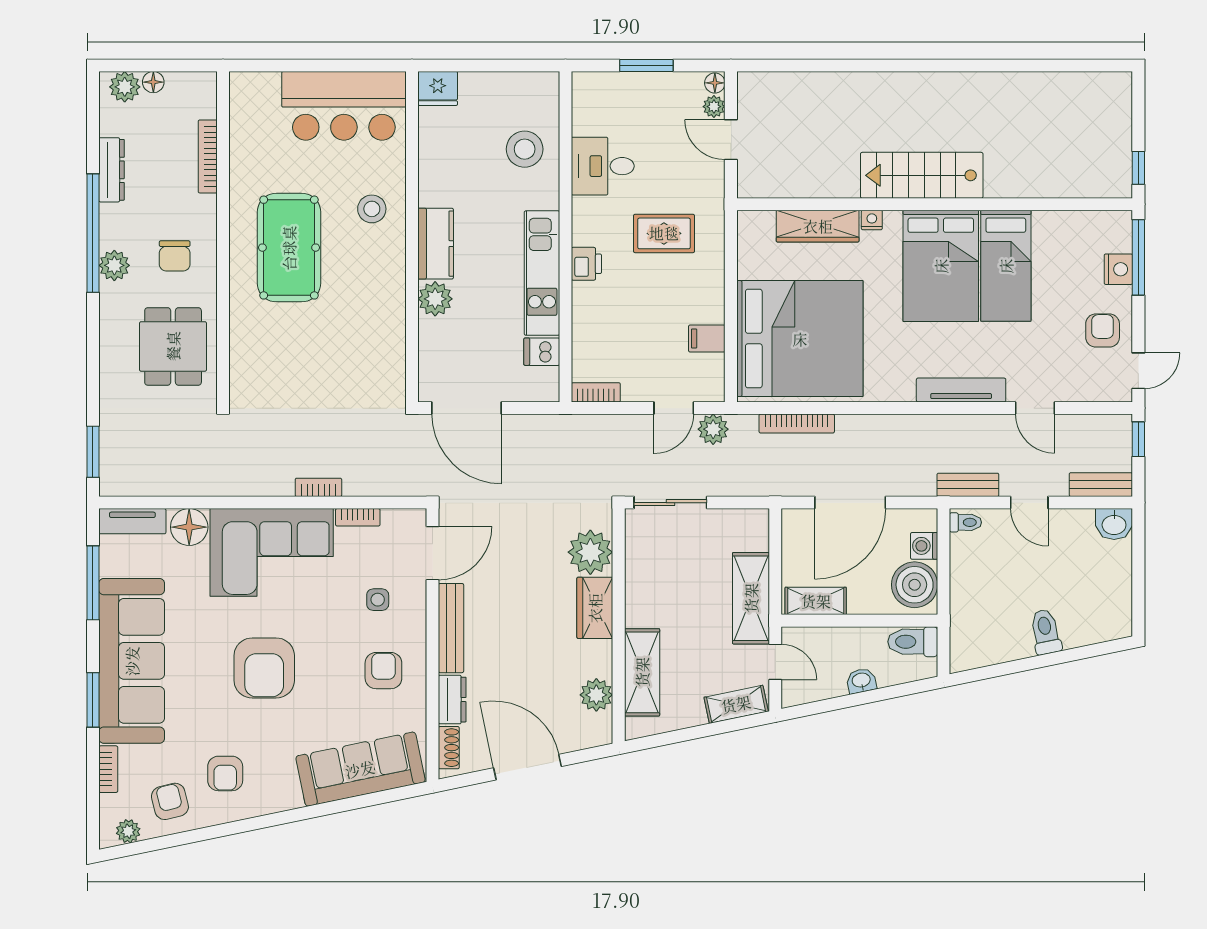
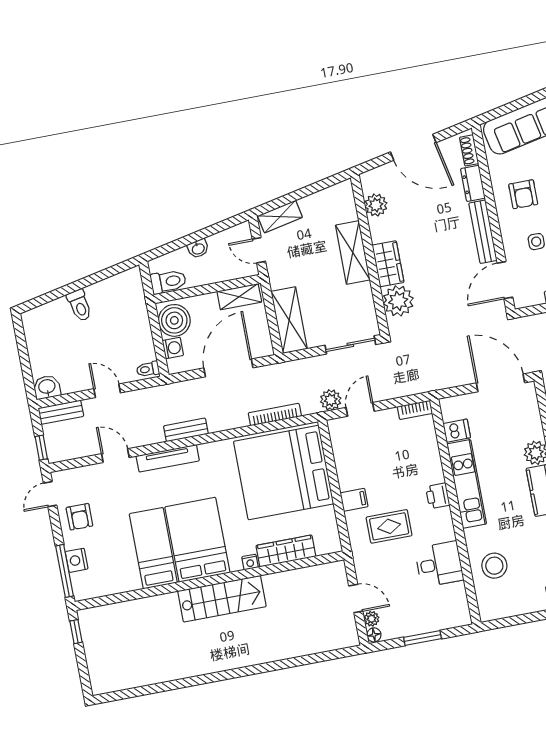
filing cabinet: (707, 338) -> (354, 500), moved
bench: (968, 485) -> (186, 430), moved
shelving: (751, 598) -> (289, 320), moved
shelving: (642, 672) -> (353, 253), moved

